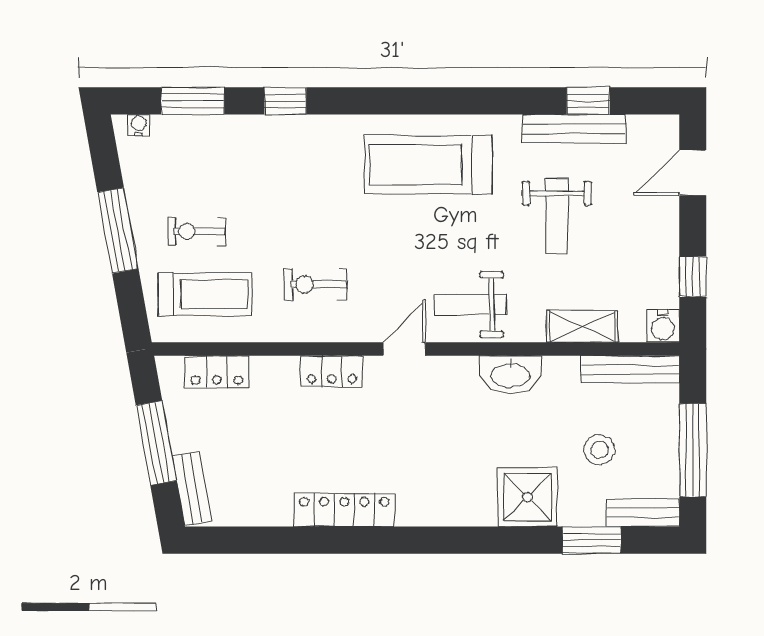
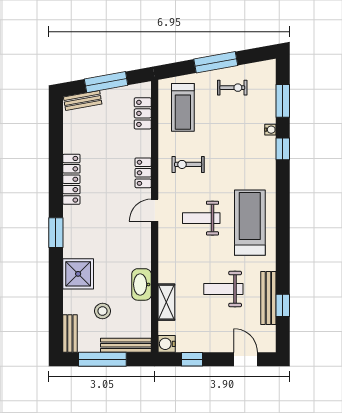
water cooler: (139, 125) -> (270, 130), moved
exercise bike: (197, 231) -> (232, 88), moved, turned 90
exercise bike: (316, 284) -> (188, 164), turned -90
weight bench: (470, 304) -> (201, 218), moved, turned -90
door: (404, 349) -> (155, 210), swing flipped
bench: (630, 369) -> (126, 345), moved, turned 90
washbasin: (510, 374) -> (141, 284), moved
window: (592, 540) -> (56, 233), moved

